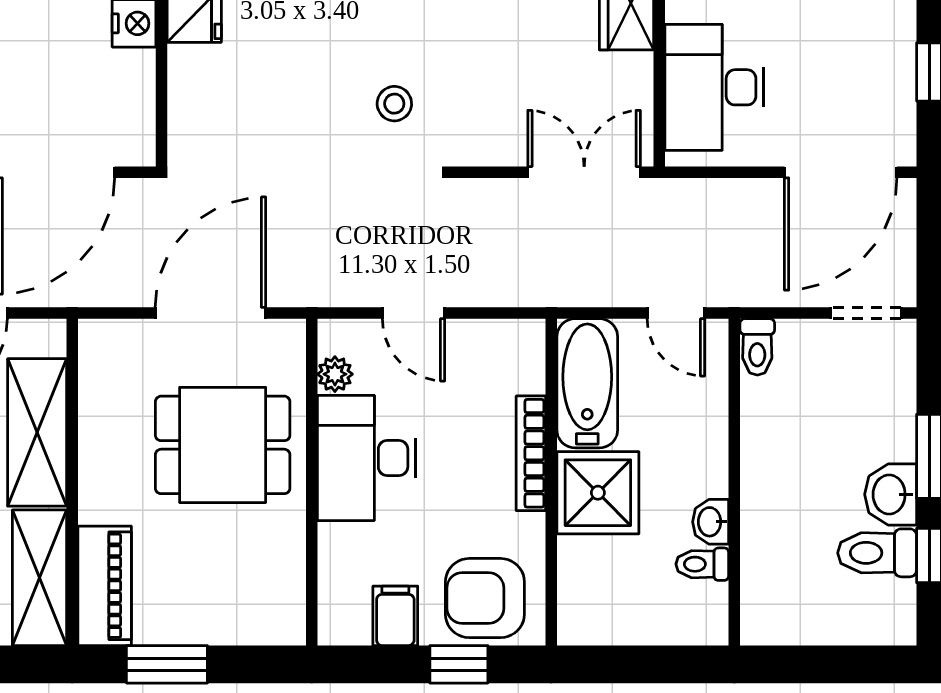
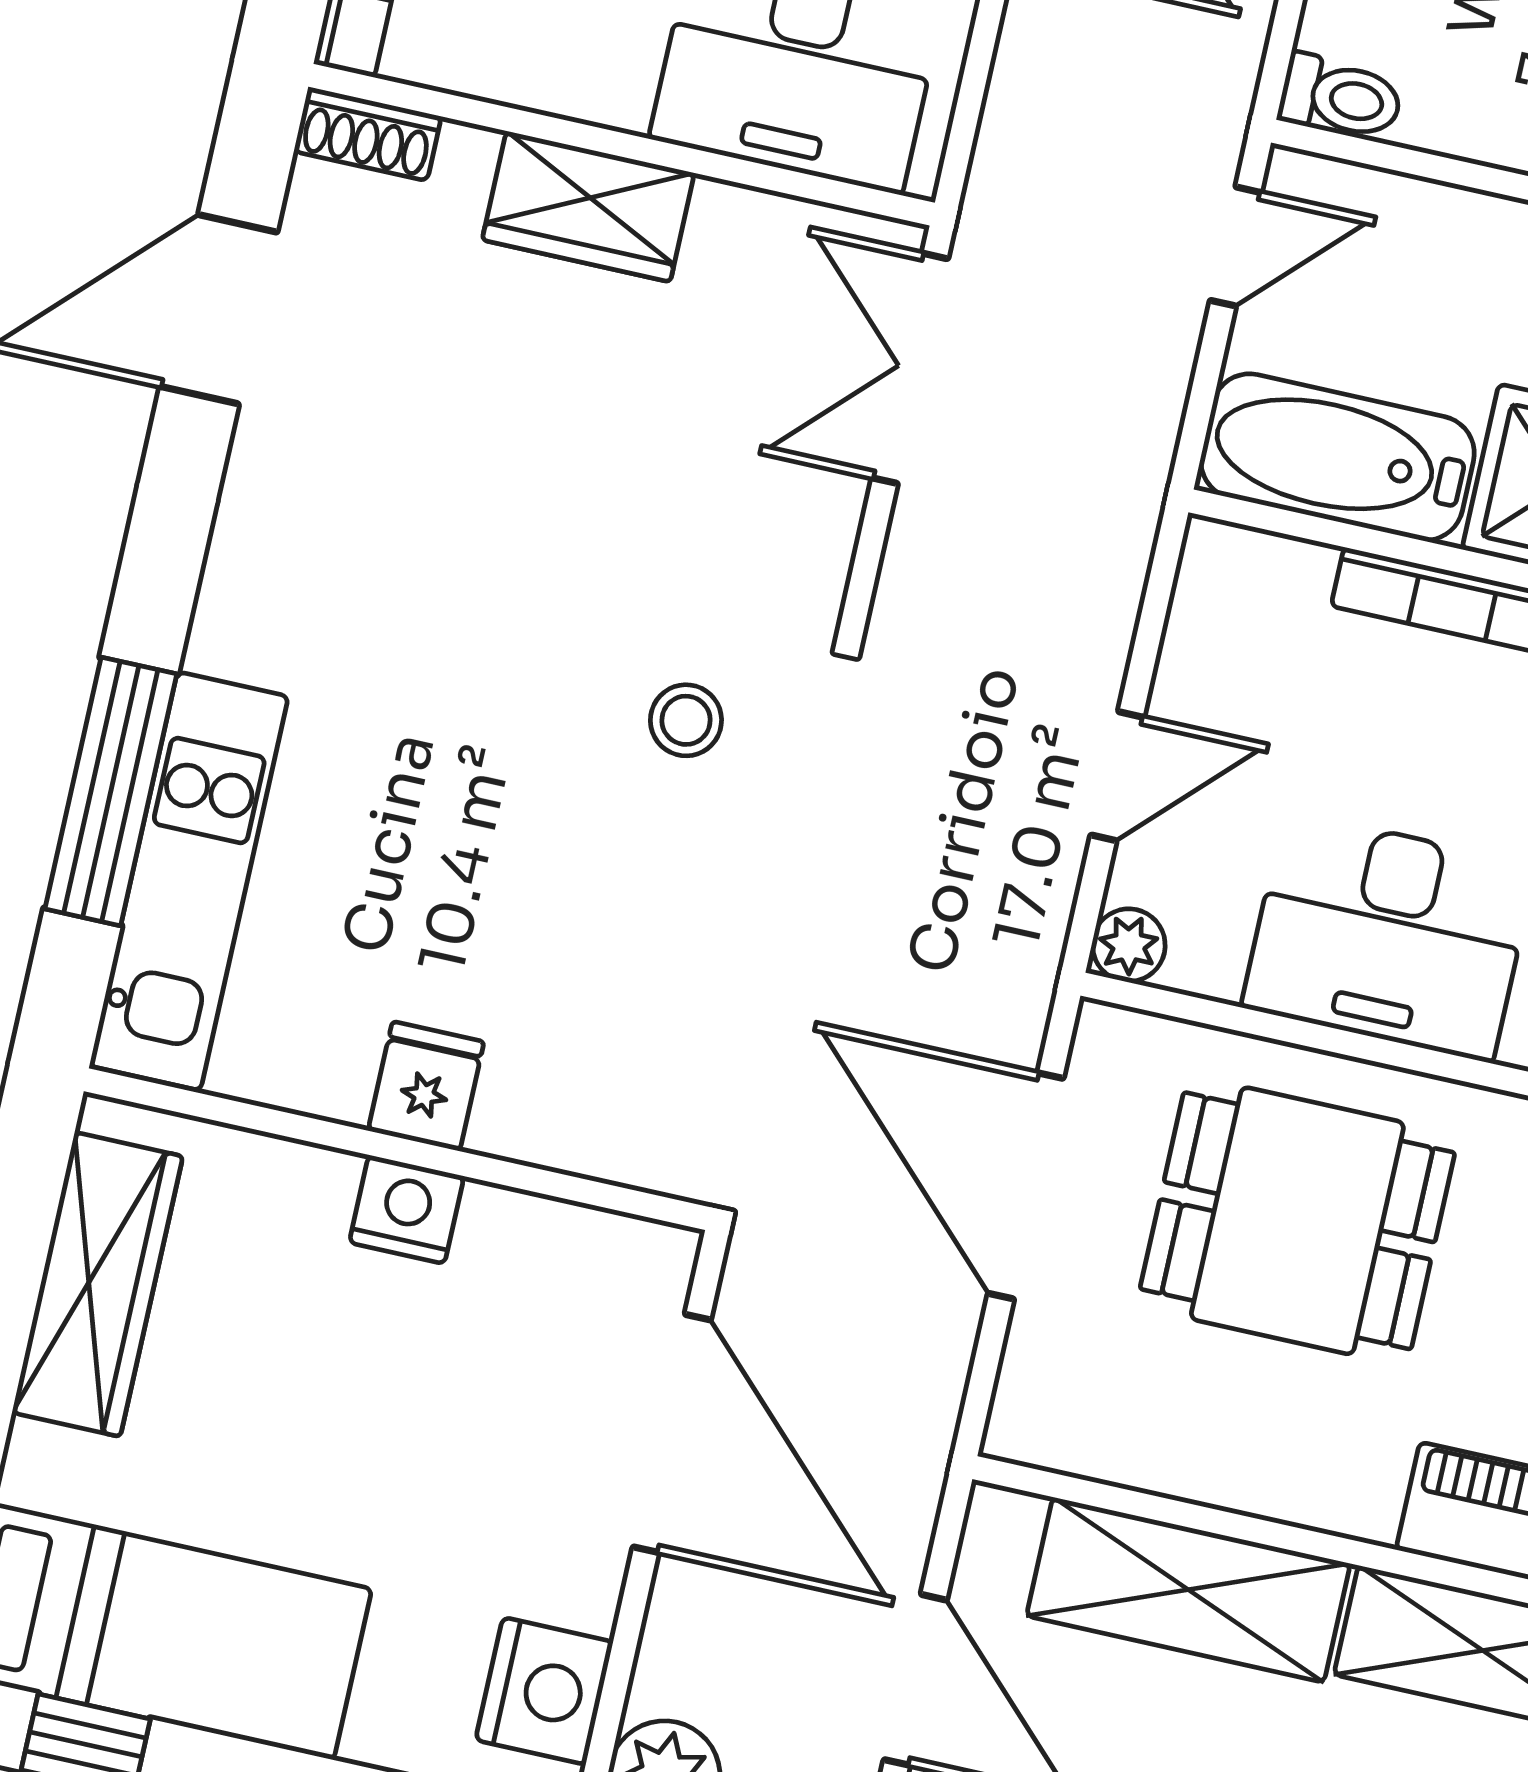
plant: (335, 374) -> (1129, 945), moved
dining table: (223, 445) -> (1297, 1221), turned 90

